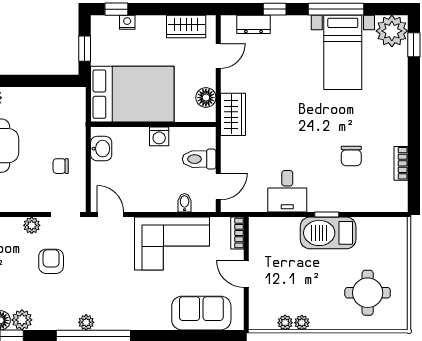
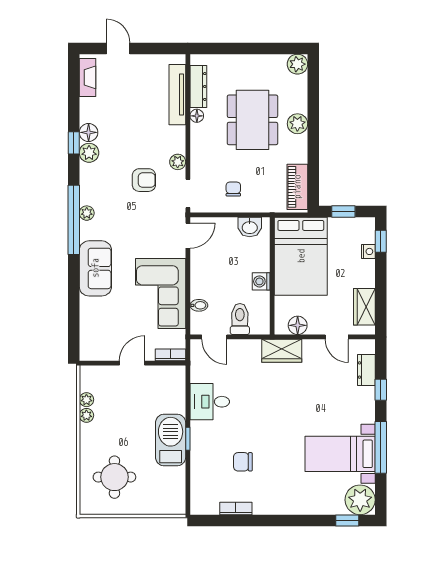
piano: (58, 98) -> (297, 187), added
sofa: (201, 313) -> (95, 268), moved

